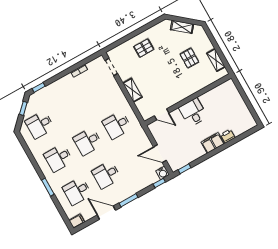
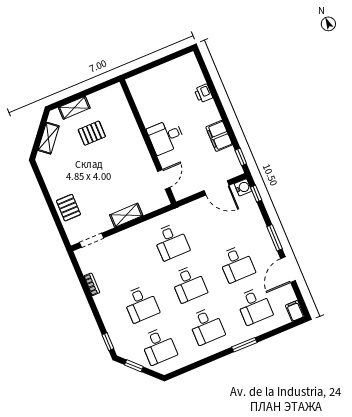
pallet: (144, 48) -> (68, 208), moved
shelving: (216, 60) -> (74, 108), moved
desk: (69, 108) -> (141, 304), added
filing cabinet: (213, 143) -> (219, 136), moved
door: (160, 154) -> (217, 188), hinge flipped

